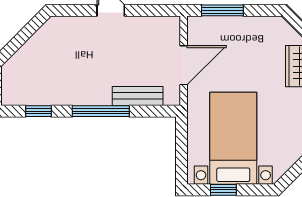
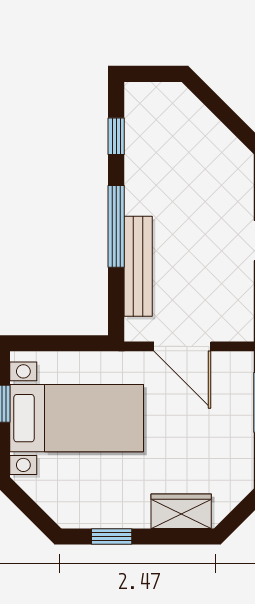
bench: (138, 96) -> (138, 266), width x1.36

